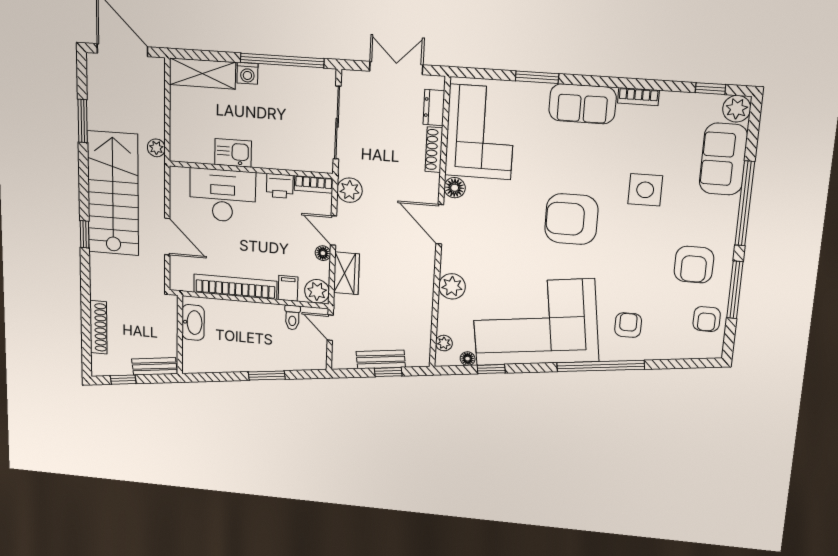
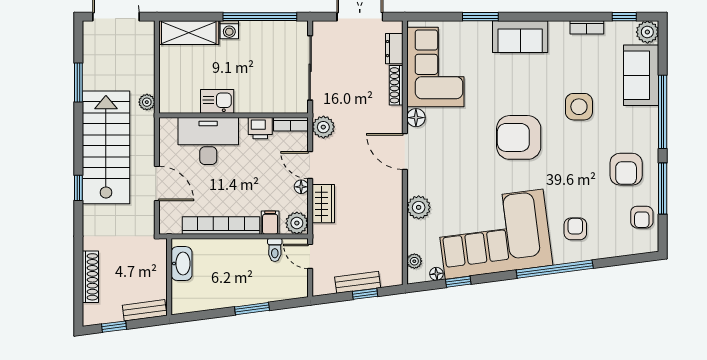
bookcase: (638, 97) -> (587, 27), moved

